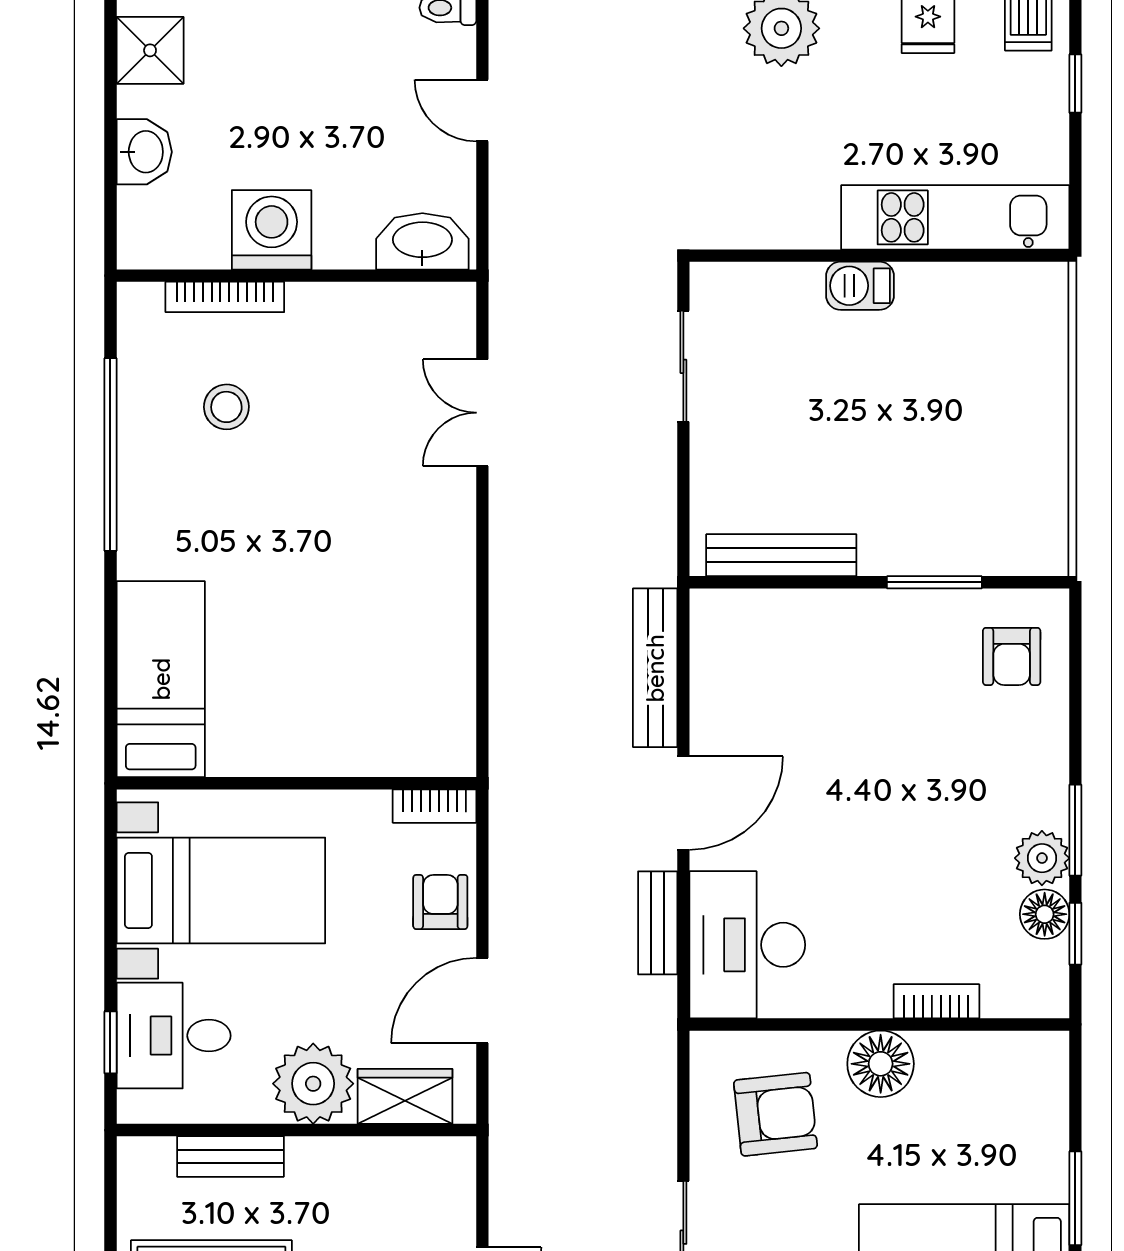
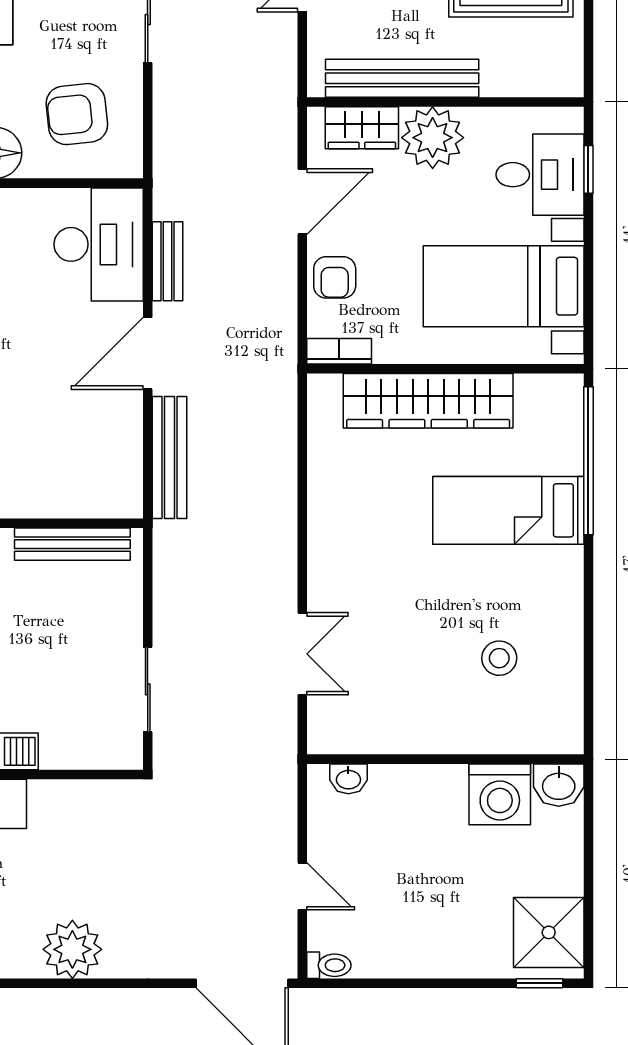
shower: (150, 50) -> (549, 932), width x1.36, depth x1.36
washbasin: (144, 152) -> (559, 785), moved, turned -90
washing machine: (272, 230) -> (500, 794), moved
washbasin: (422, 241) -> (348, 779), width x0.52, depth x0.69
bookcase: (225, 297) -> (500, 743), removed
window: (110, 454) -> (588, 461), moved
bed: (161, 679) -> (508, 510), moved, turned 90
wardrobe: (319, 742) -> (428, 401), added
bench: (230, 1156) -> (402, 78), moved, width x1.86, depth x1.21

